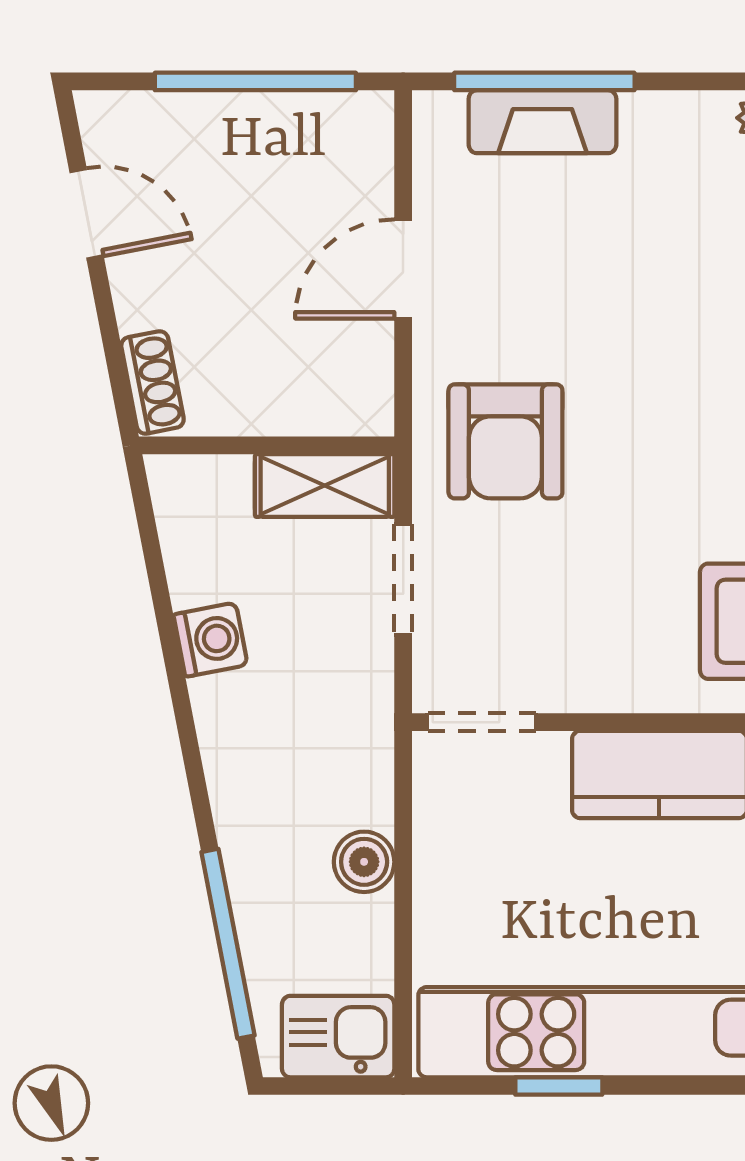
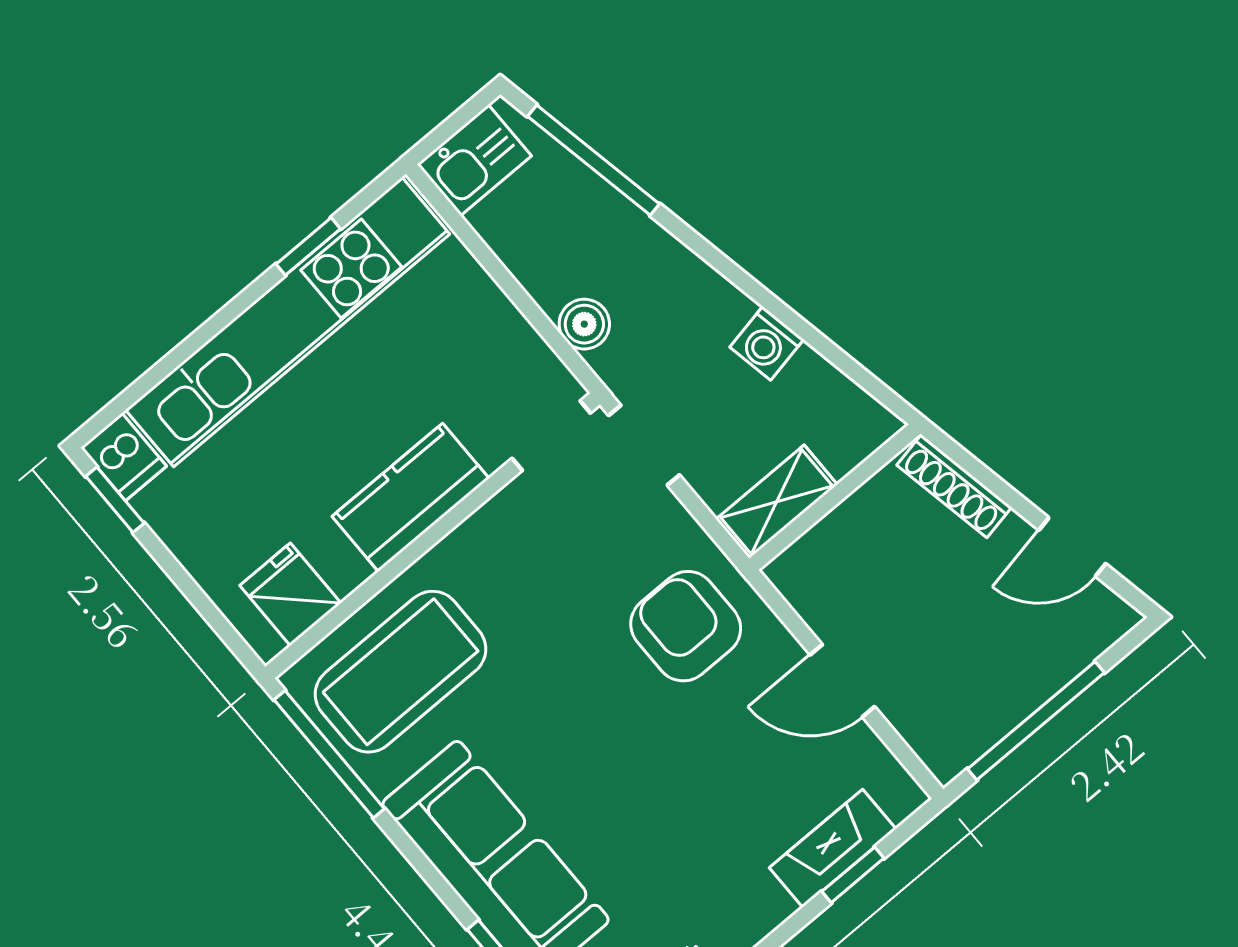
window: (544, 81) -> (853, 875), width x0.46
door: (403, 269) -> (842, 681), swing flipped
shoe rack: (152, 382) -> (954, 486), width x1.43
doorway: (403, 579) -> (644, 445), moved
boiler: (364, 862) -> (584, 324), moved

